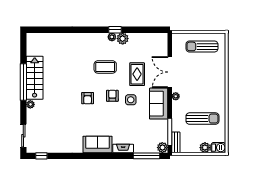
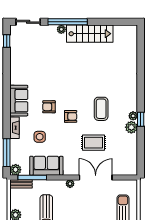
window: (23, 82) -> (68, 22), moved
armchair: (88, 98) -> (49, 107), moved
side table: (131, 100) -> (40, 137), moved
sofa: (159, 104) -> (46, 166), moved

